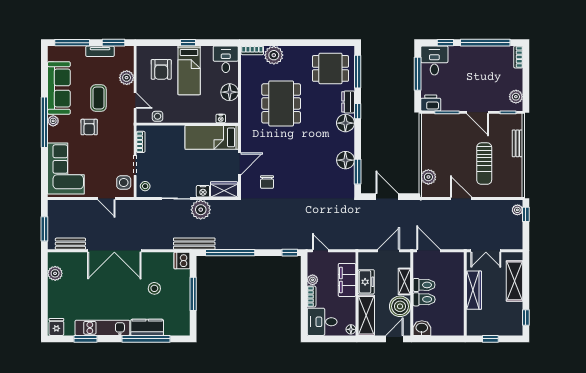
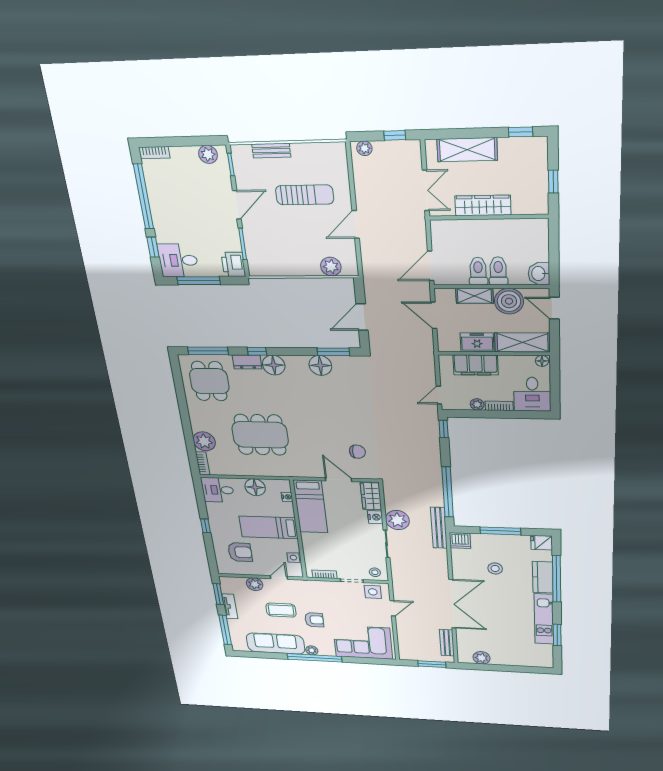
bed: (189, 70) -> (269, 527), moved, turned 180
window: (526, 214) -> (395, 135), moved
fridge: (56, 327) -> (542, 543), moved

